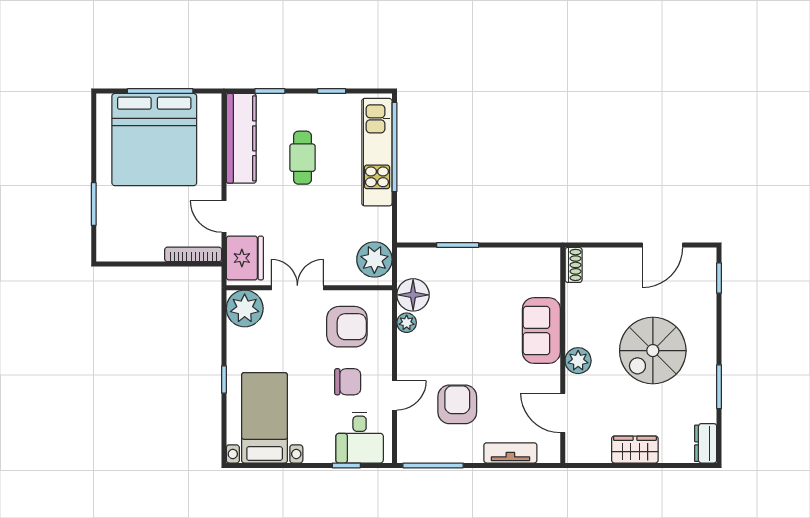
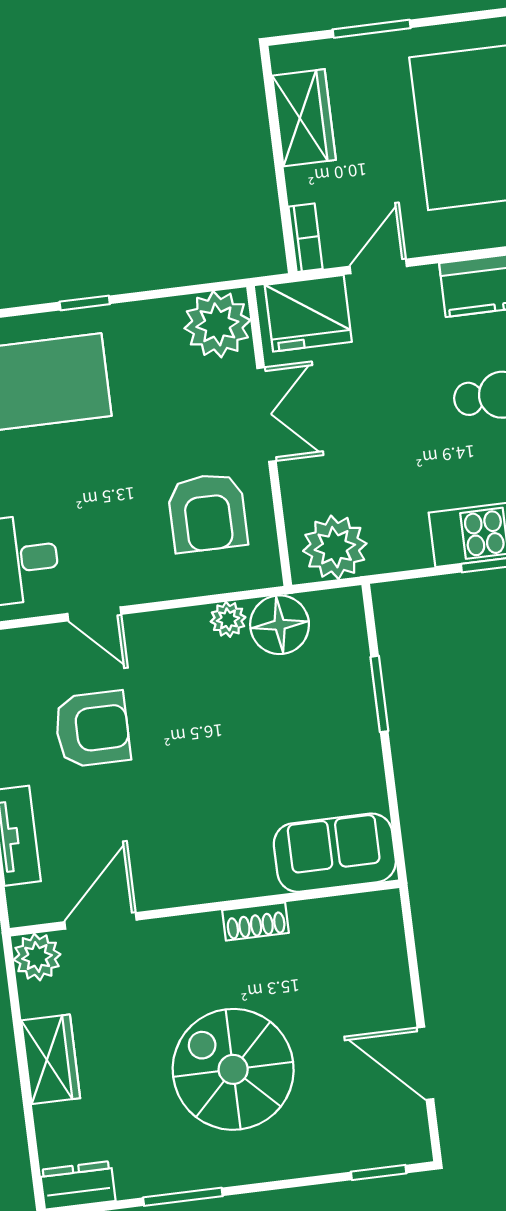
wardrobe: (138, 247) -> (304, 118), added
bookcase: (193, 254) -> (306, 238), width x0.64
shoe rack: (574, 265) -> (256, 921), moved
sofa: (541, 331) -> (335, 853), moved
plant: (578, 361) -> (37, 957), moved
chair: (348, 382) -> (108, 527), removed

